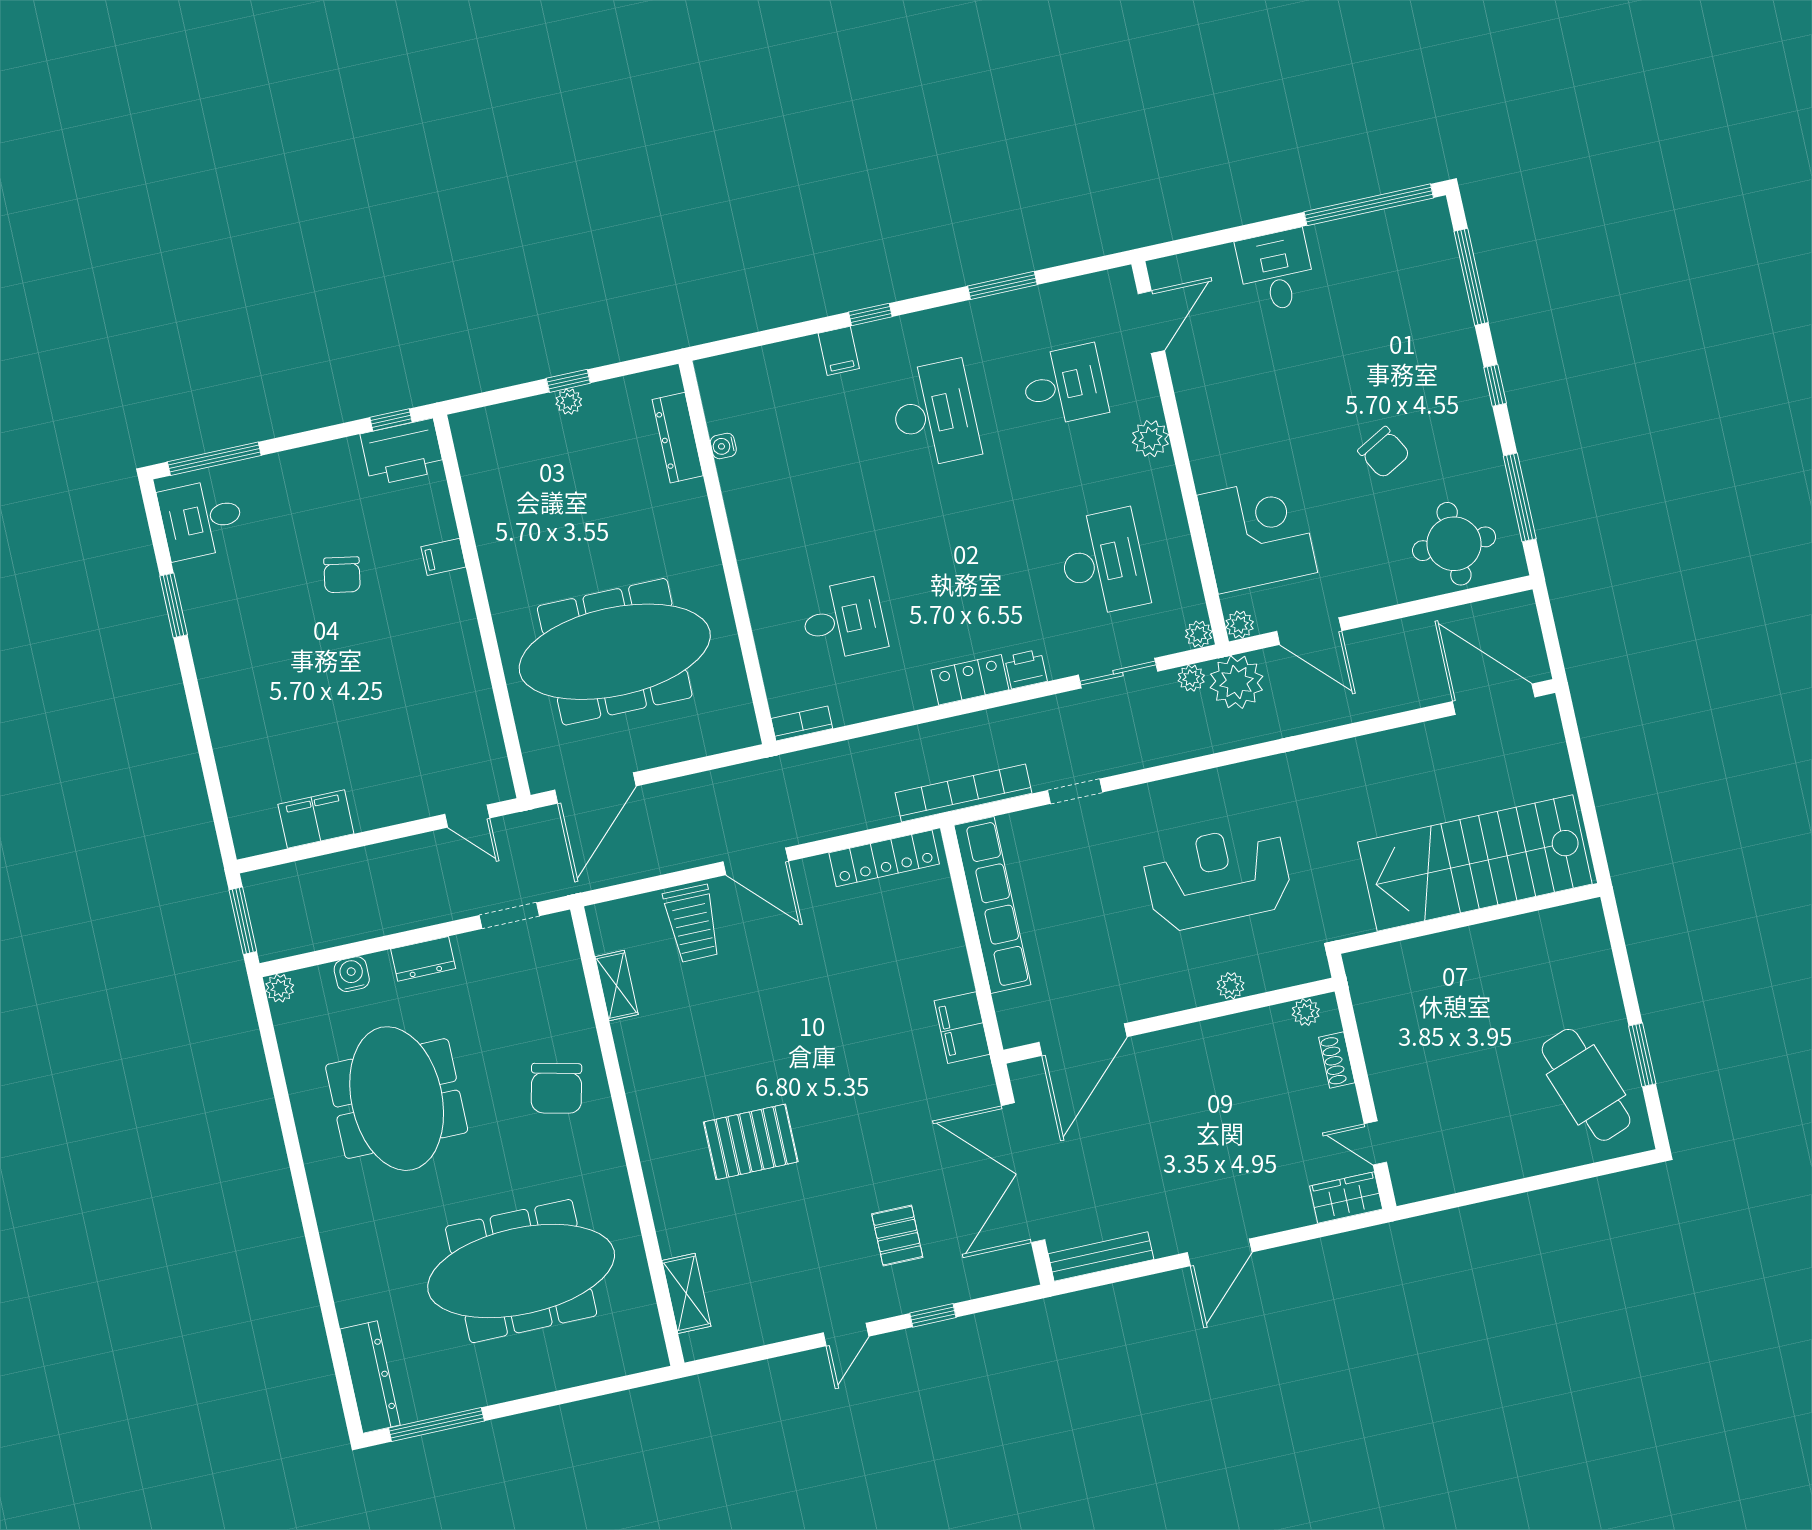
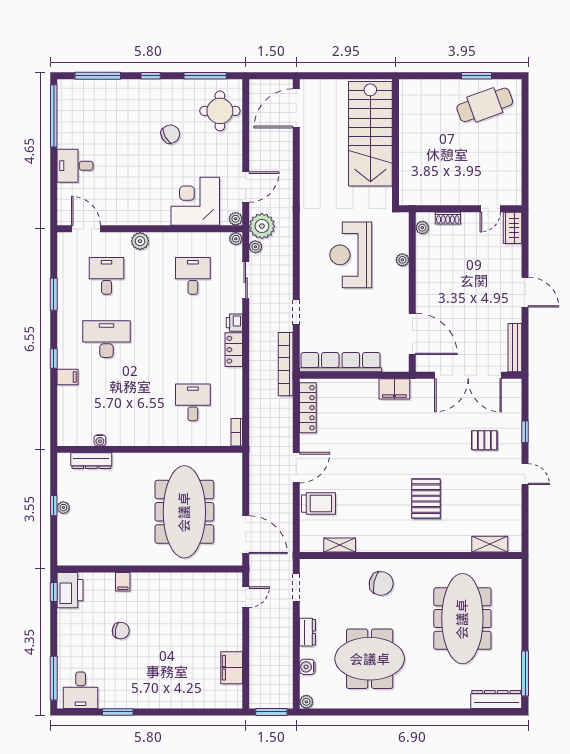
desk: (1103, 563) -> (193, 276), width x0.73

